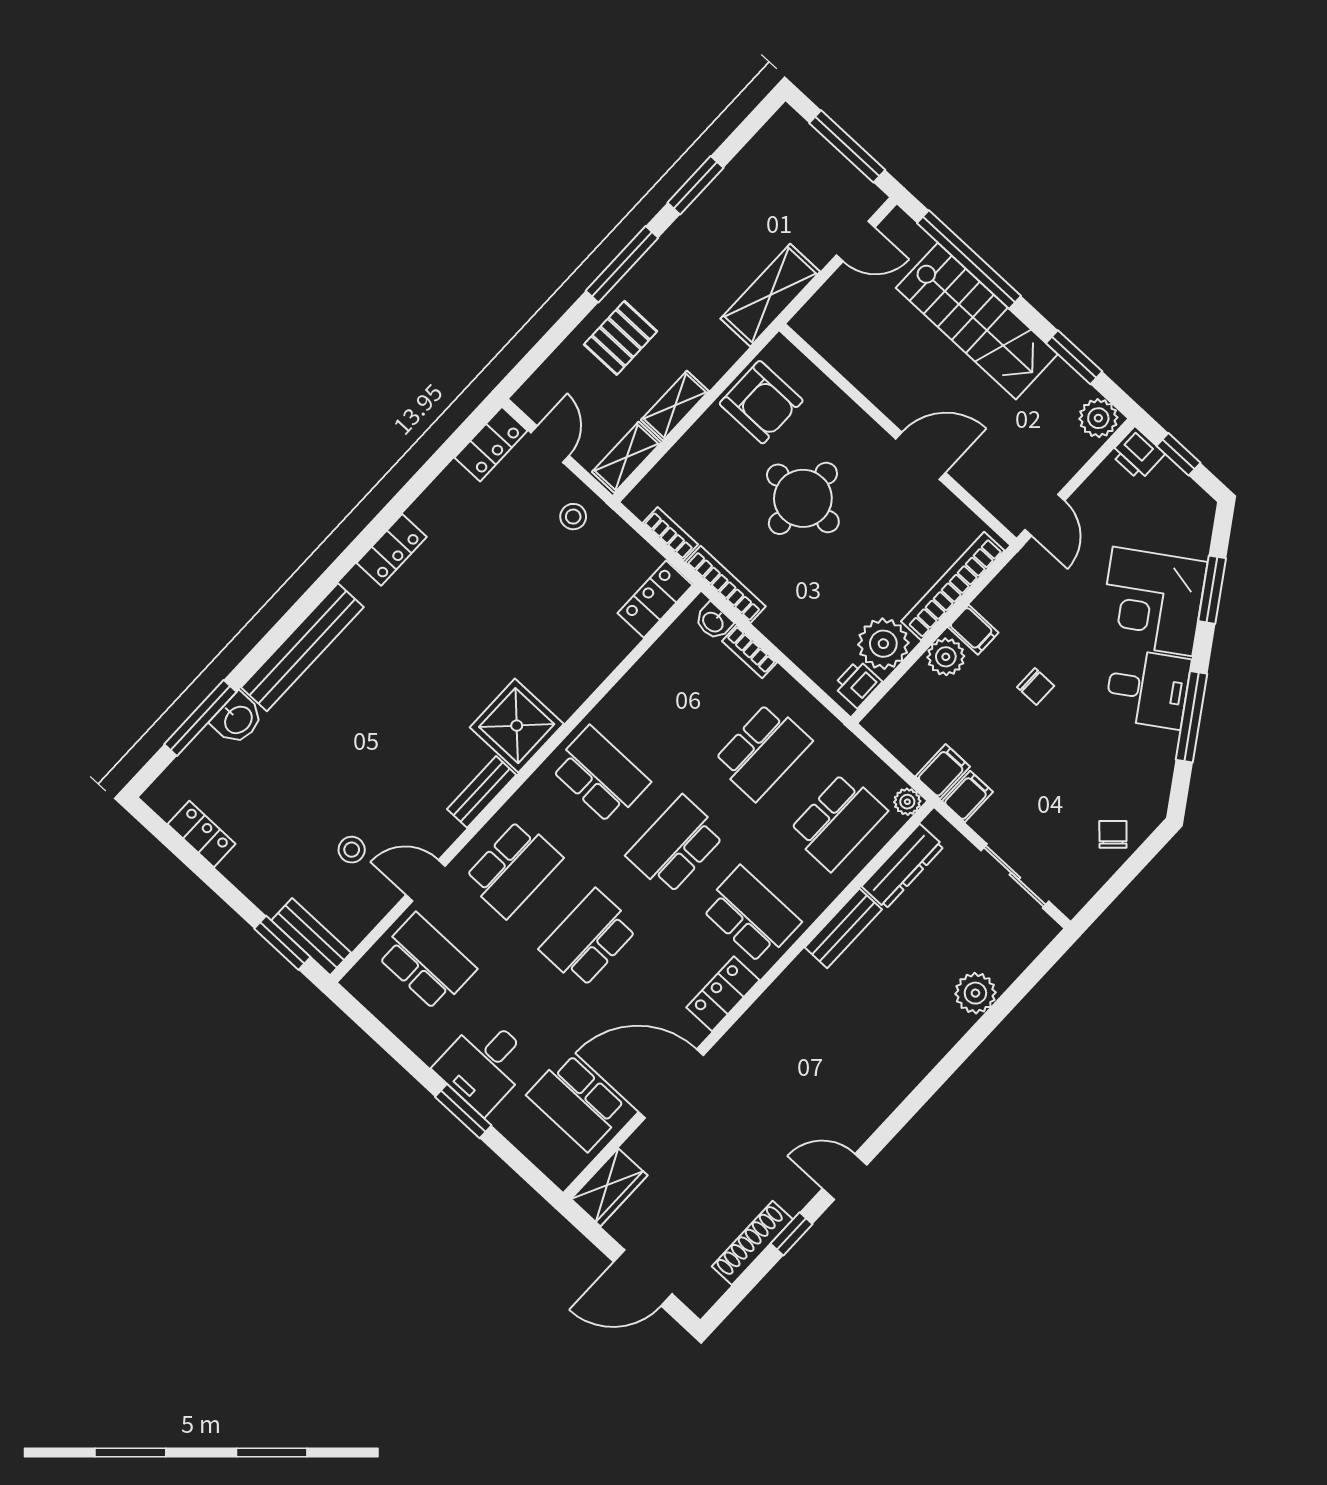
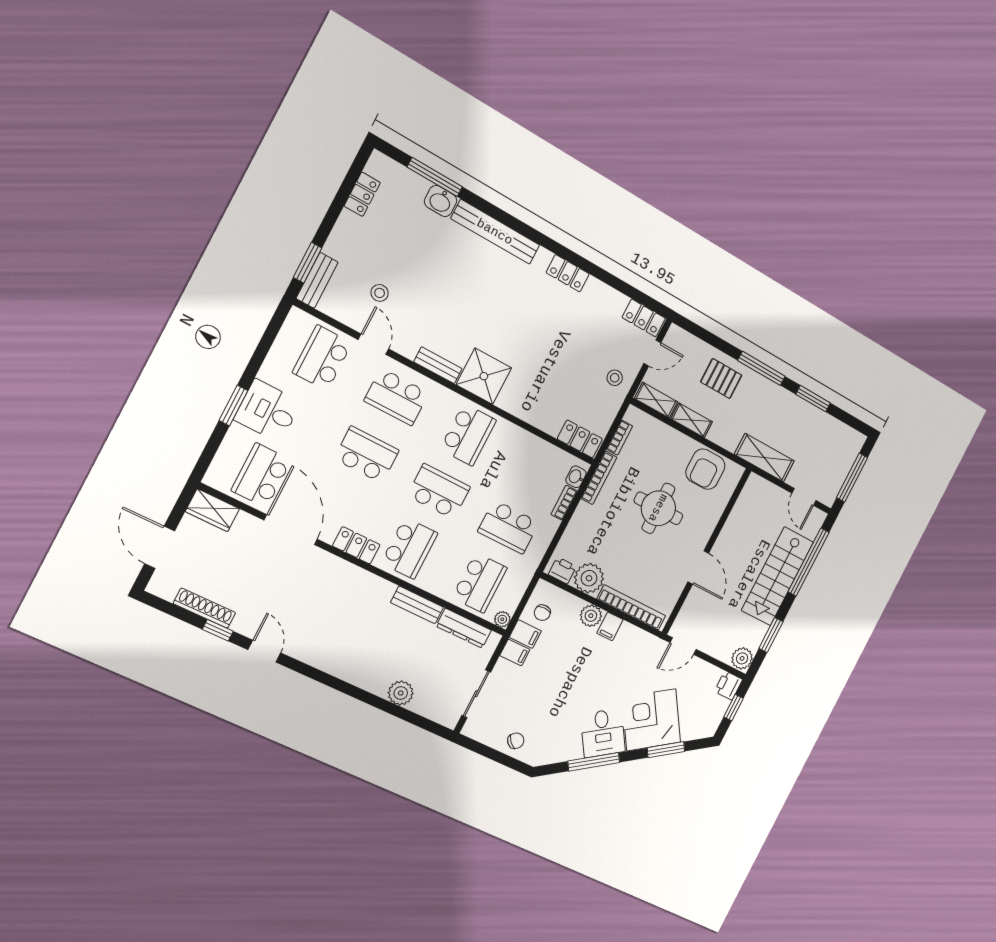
chair: (1036, 687) -> (542, 613), moved
school desk: (838, 821) -> (480, 583), turned -90
school desk: (426, 962) -> (322, 358), turned 180

